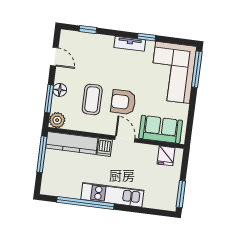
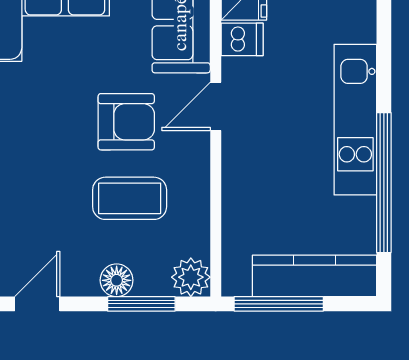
armchair: (123, 102) -> (126, 122), turned -90
kitchen counter: (72, 143) -> (314, 276), moved, turned -90
dishwasher: (105, 147) -> (242, 39), moved

